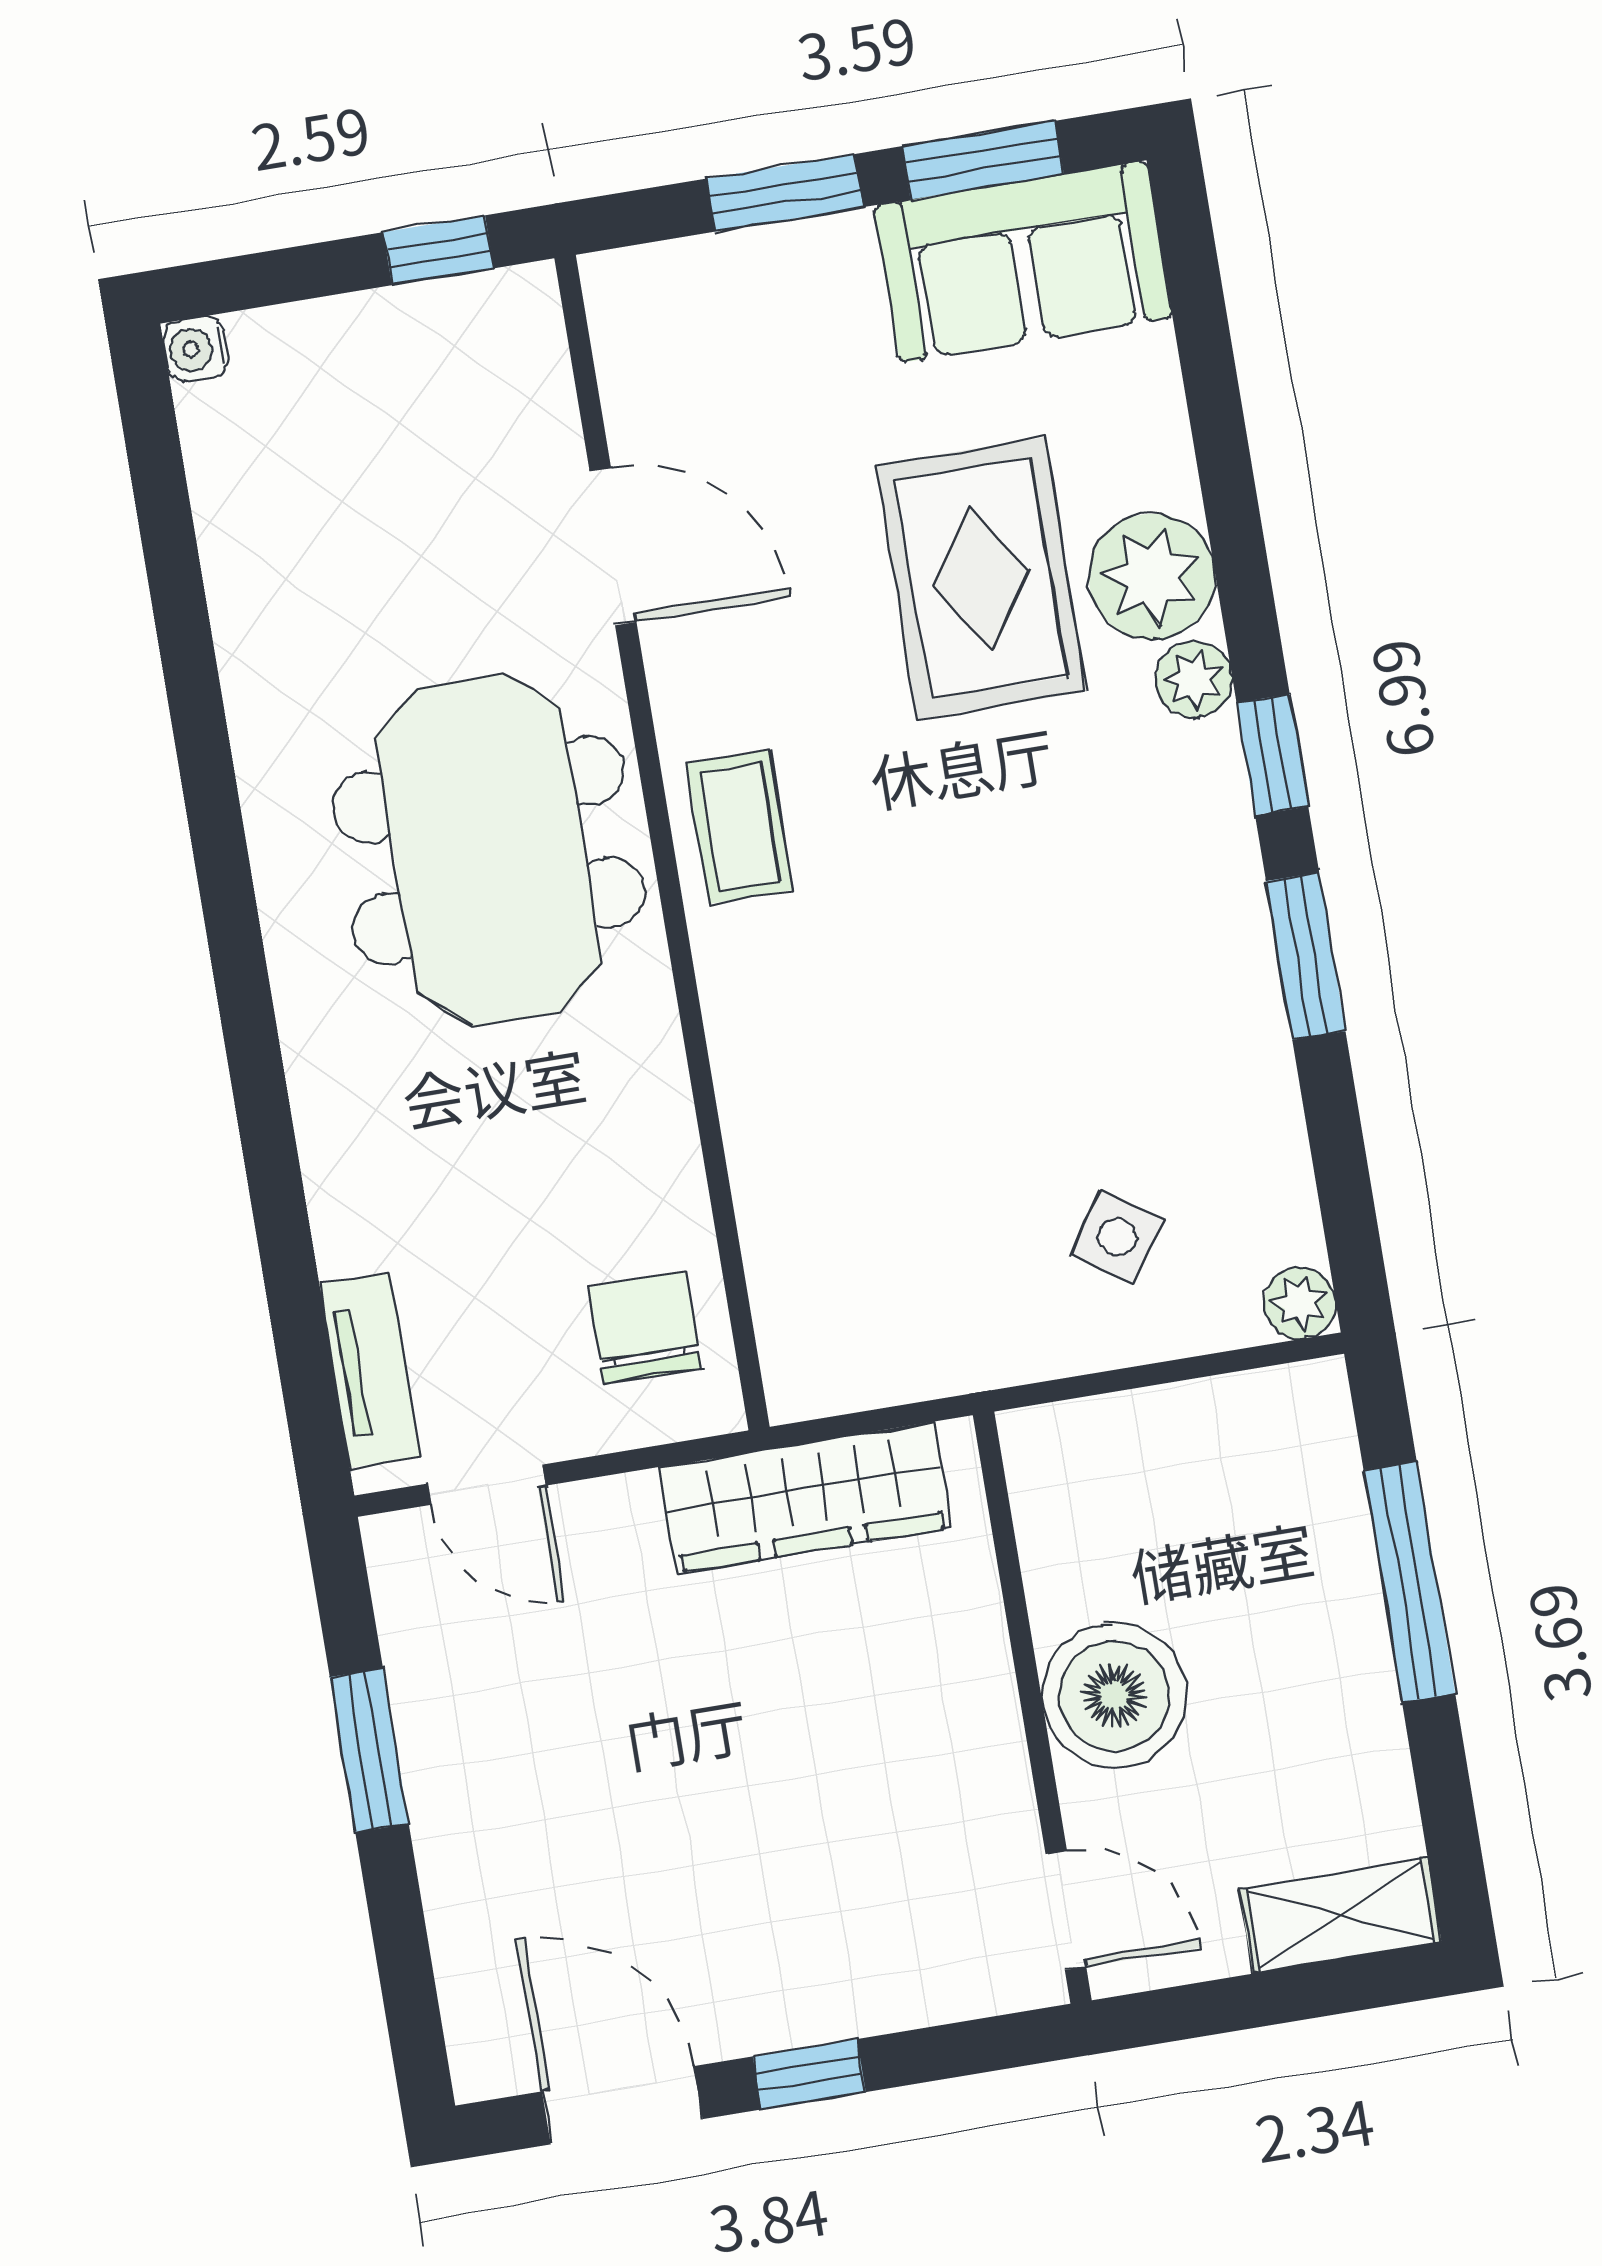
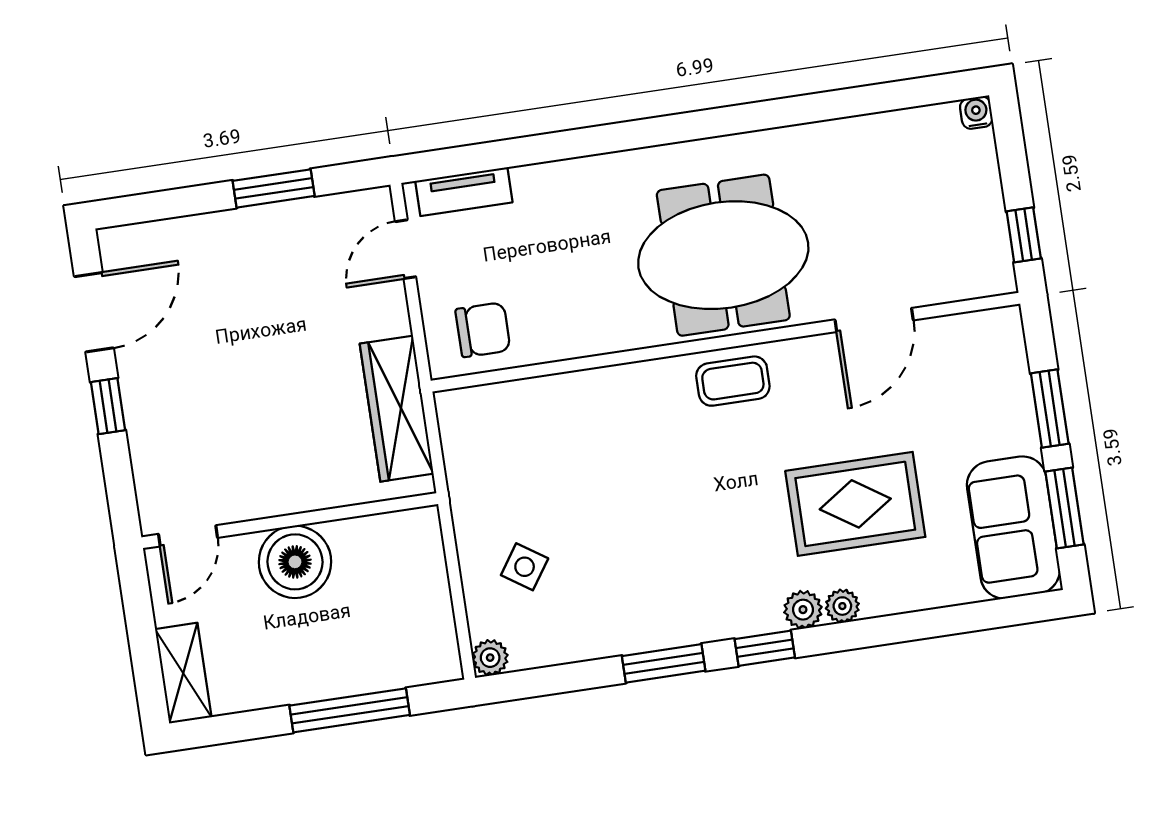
plant: (1152, 577) -> (842, 606), width x0.53, depth x0.53

